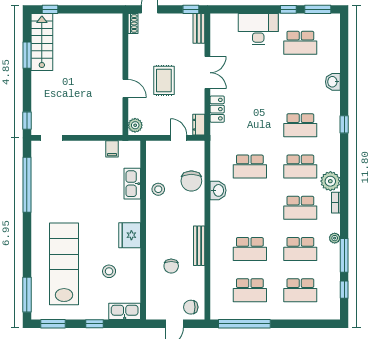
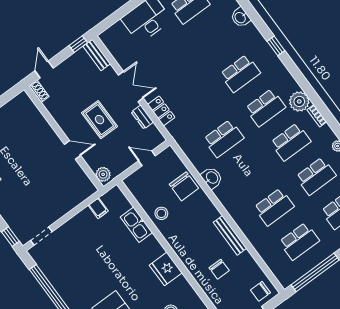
dresser: (199, 125) -> (142, 117), moved

